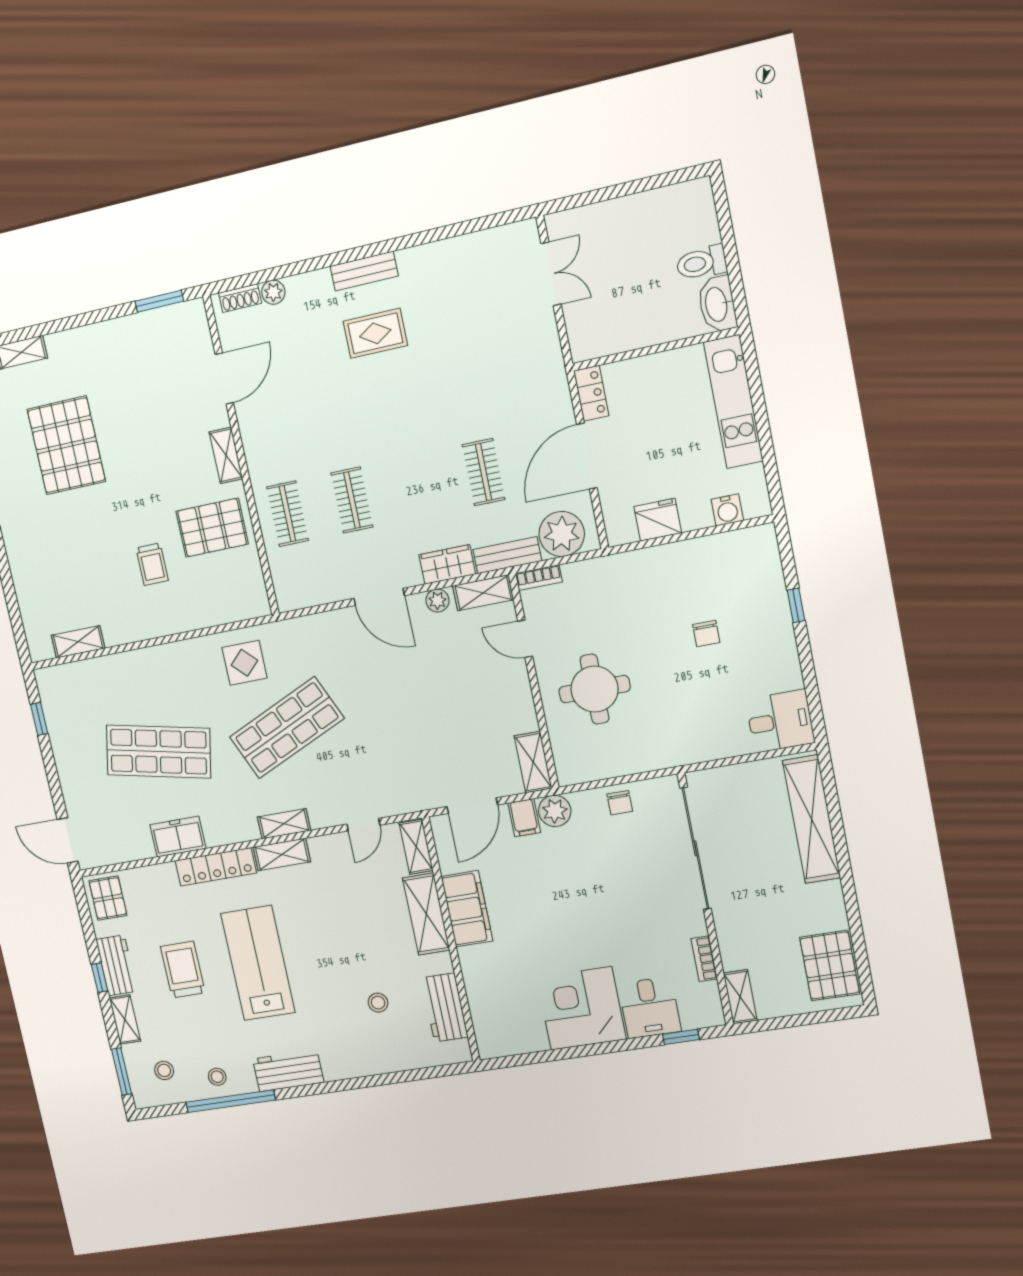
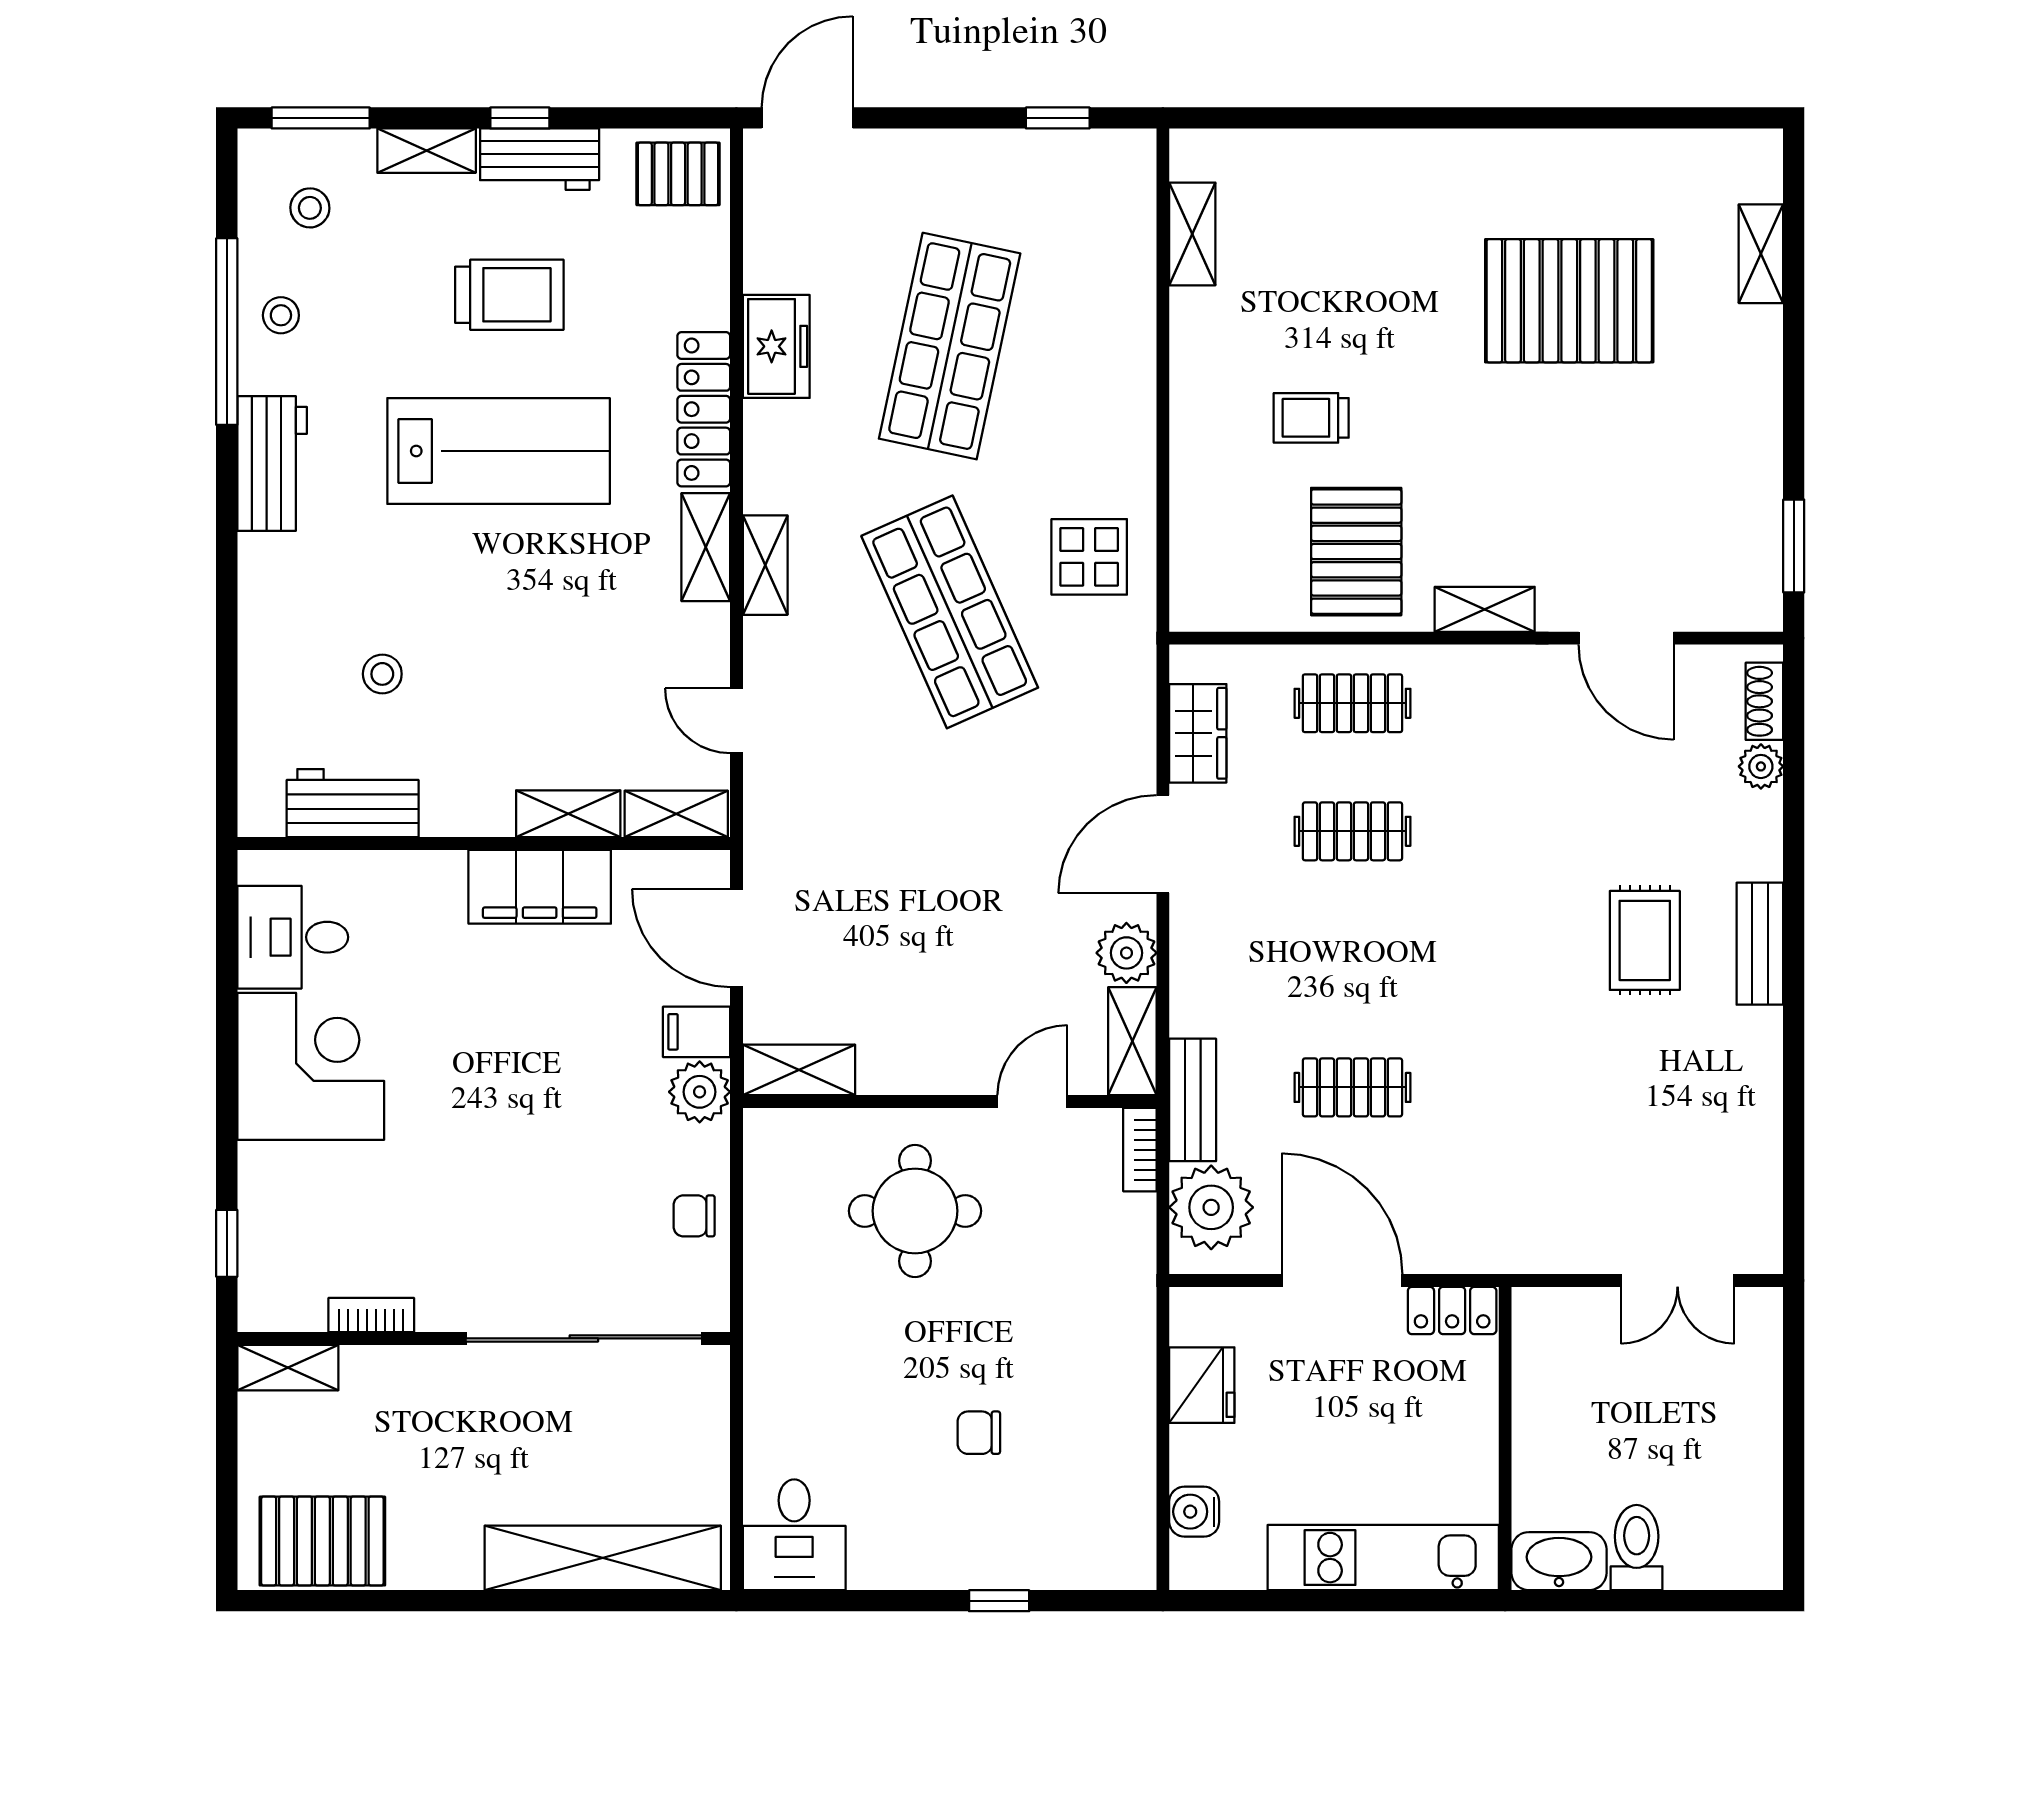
wardrobe: (447, 564) -> (1198, 733), moved
plant: (437, 601) -> (1126, 953), width x1.38, depth x1.38
shelving: (426, 914) -> (568, 814), width x0.67, depth x0.75
desk: (650, 1008) -> (293, 937), moved

